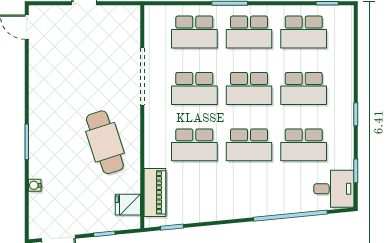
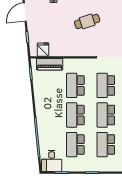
cafe table: (105, 142) -> (87, 21), moved, width x0.73, depth x0.74

